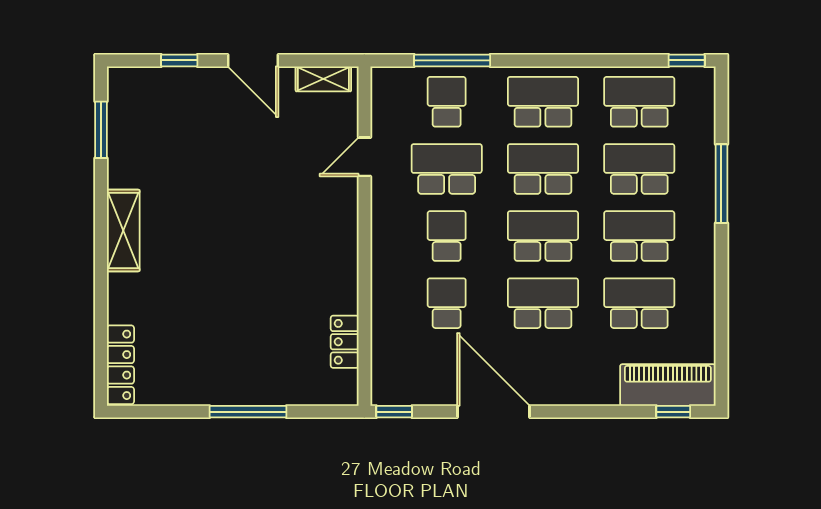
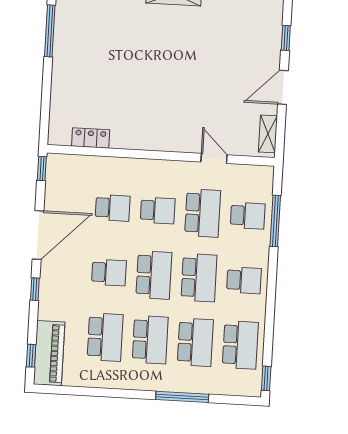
school desk: (543, 102) -> (244, 280), width x0.54
school desk: (543, 303) -> (109, 272), width x0.54
window: (248, 412) -> (50, 31), moved
window: (574, 412) -> (35, 289), added

